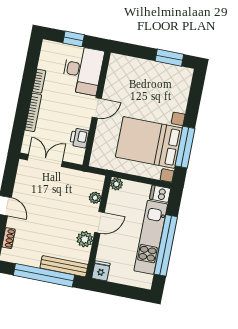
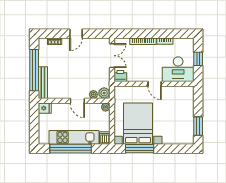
printer: (79, 138) -> (120, 76), moved
plant: (85, 239) -> (104, 93), moved

